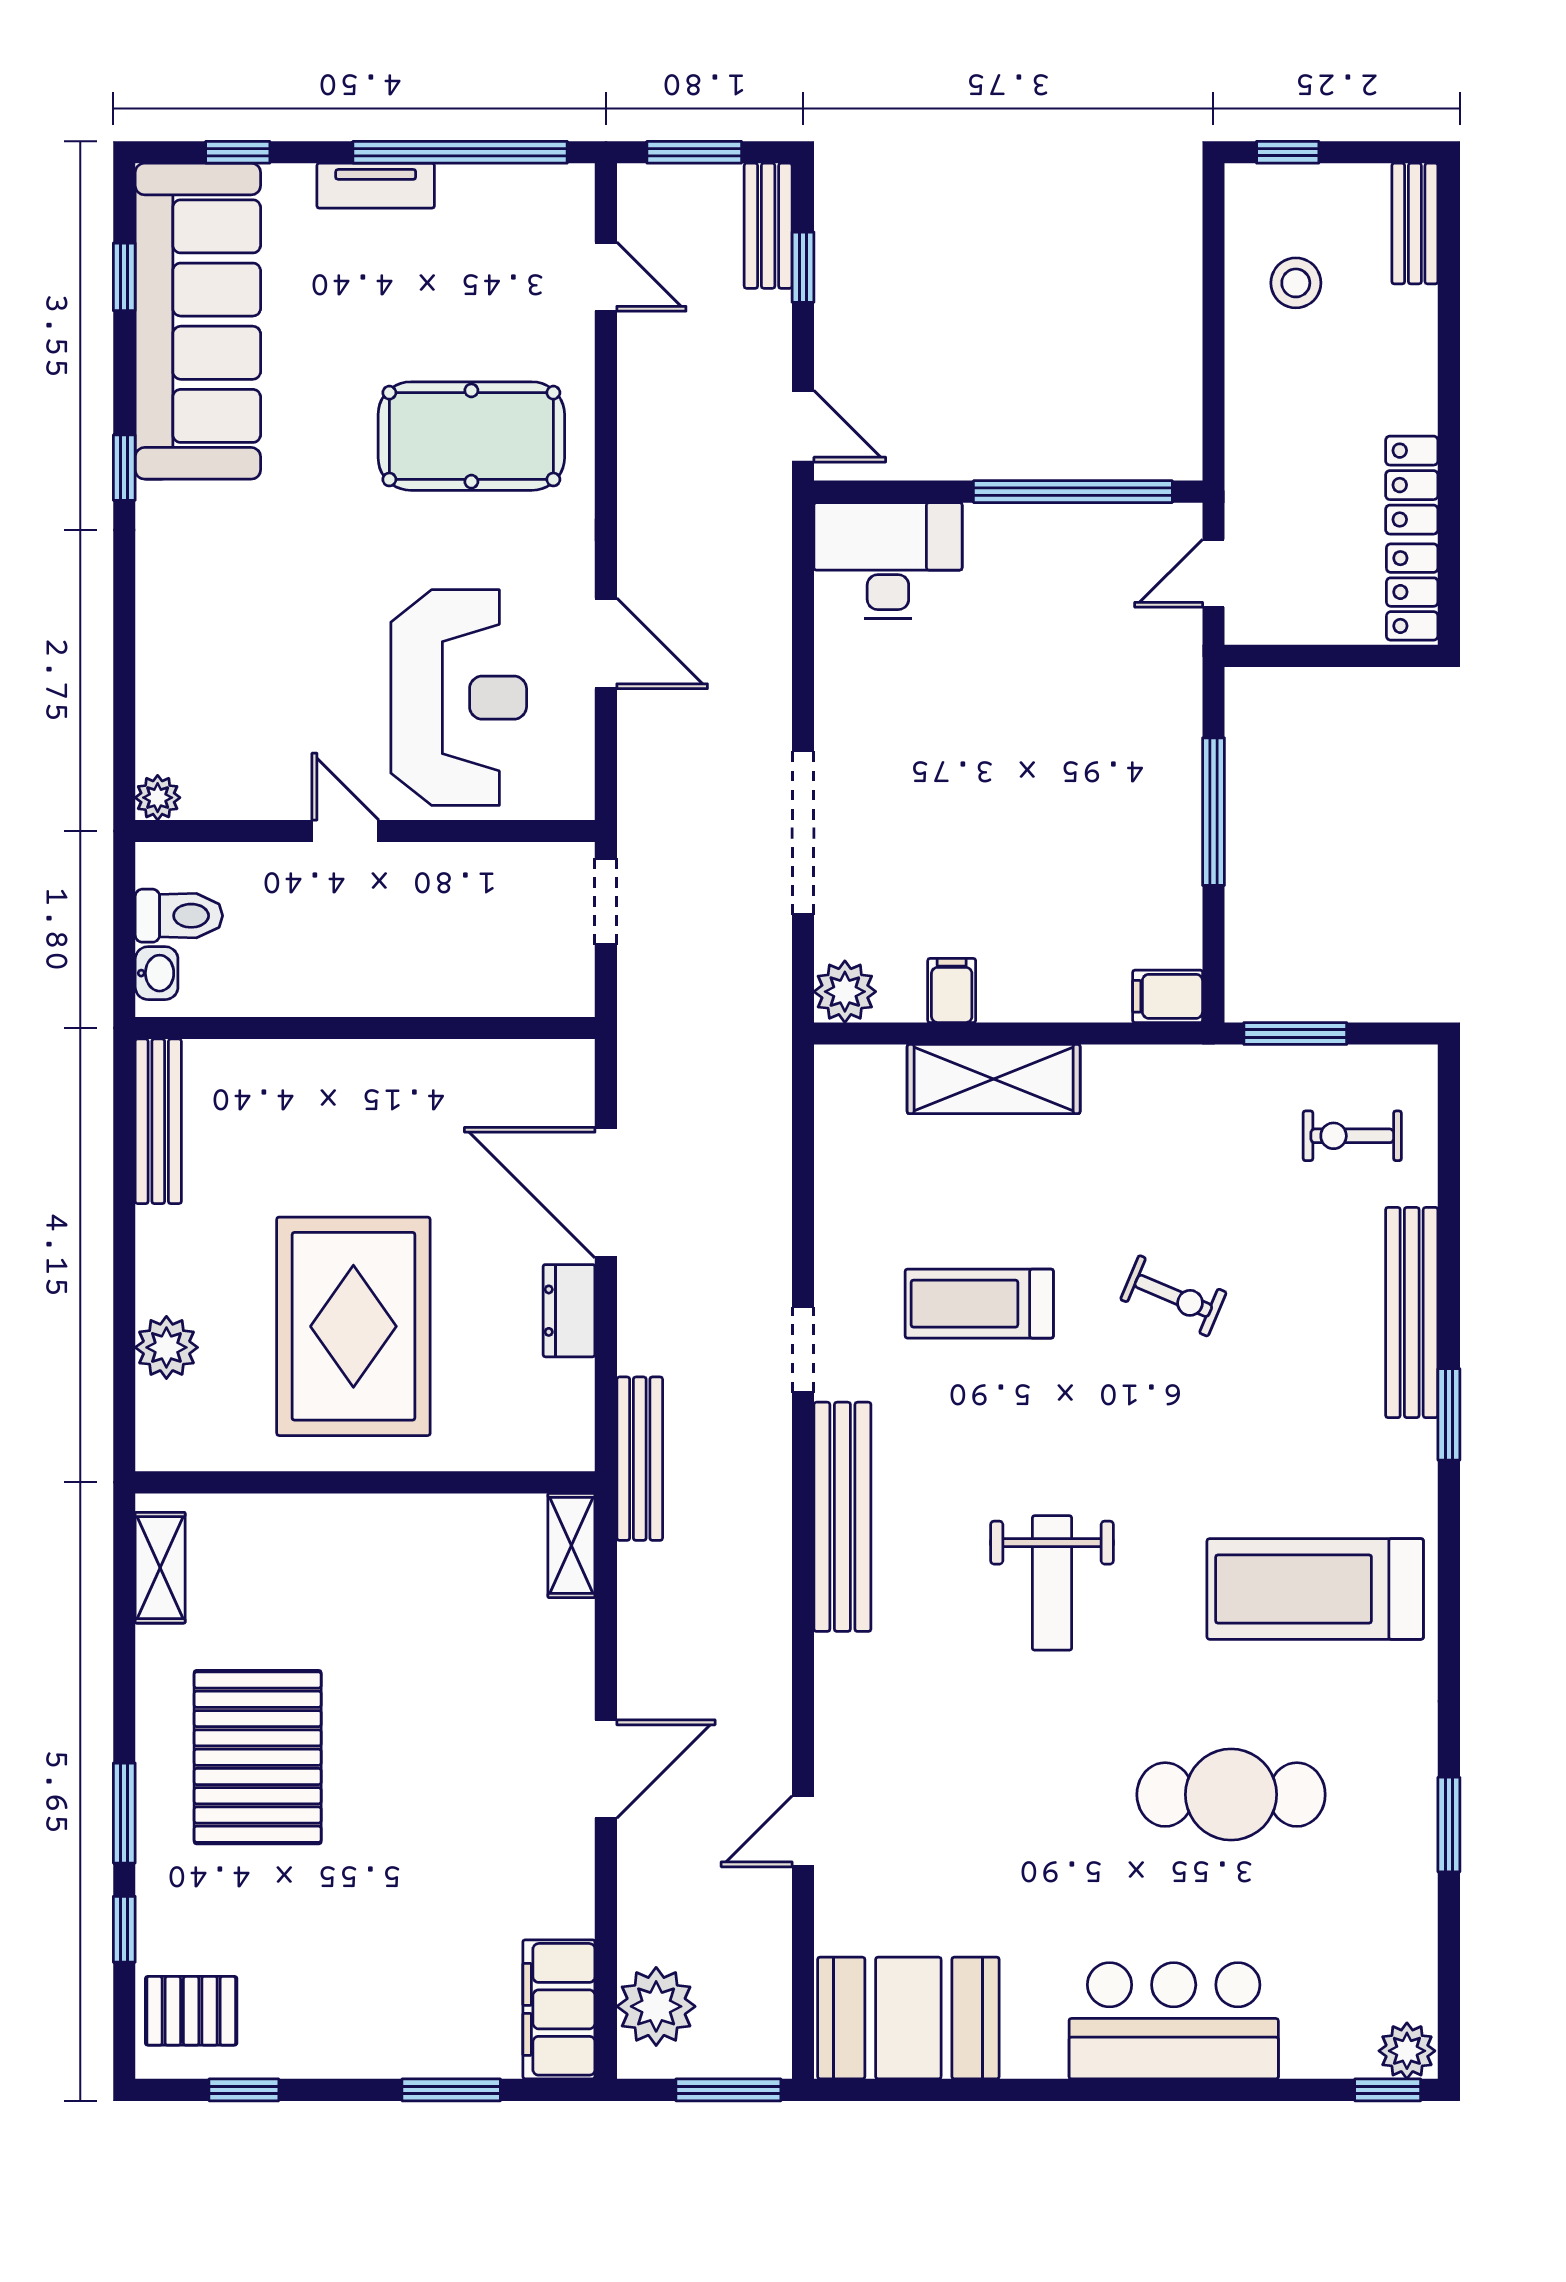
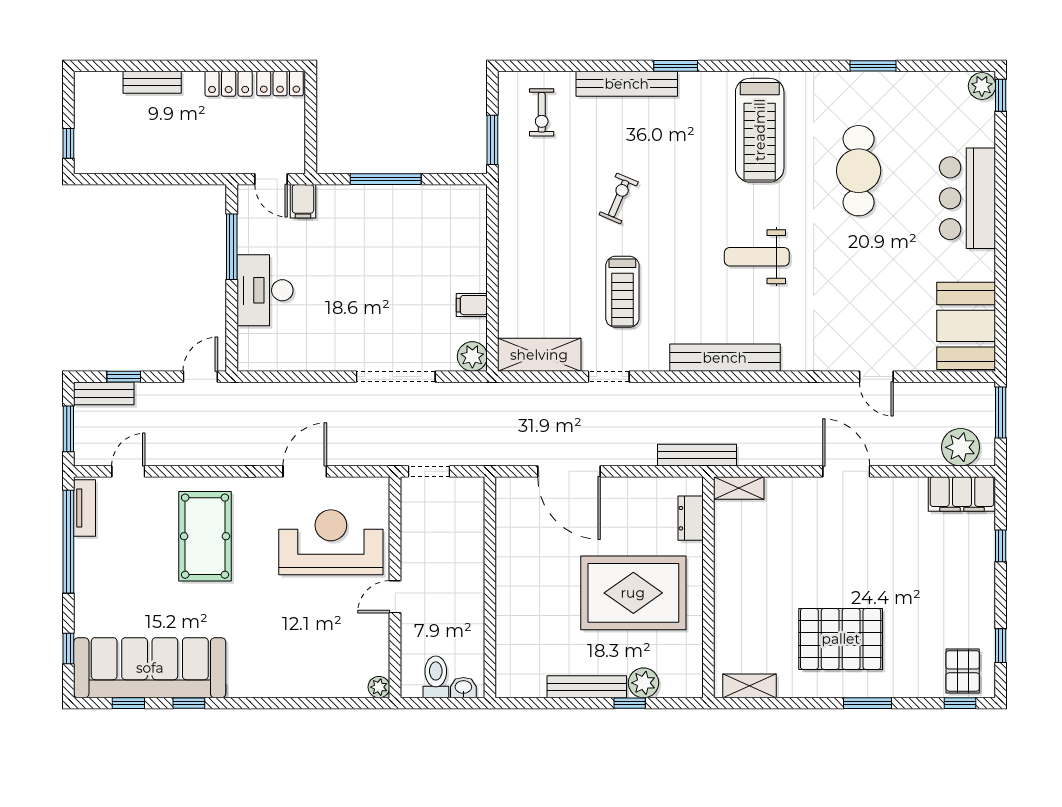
tv unit: (376, 186) -> (85, 508), moved
bench: (1415, 224) -> (152, 82), moved
stool: (1296, 283) -> (131, 139), removed
window: (124, 468) -> (189, 703), moved
window: (1073, 492) -> (232, 247), width x0.68
desk: (888, 561) -> (265, 290), moved
filing cabinet: (1168, 996) -> (303, 201), moved
shelving: (994, 1079) -> (539, 355), moved, turned 90
bench: (158, 1121) -> (587, 687), moved
door: (606, 1193) -> (569, 471), hinge flipped
dresser: (569, 1311) -> (691, 518), moved, turned 90
window: (124, 1318) -> (630, 703), added
doorway: (803, 1350) -> (609, 377), moved
weight bench: (1052, 1583) -> (757, 257), turned 180
window: (124, 1929) -> (960, 703), moved
window: (451, 2090) -> (1001, 546), width x0.67

